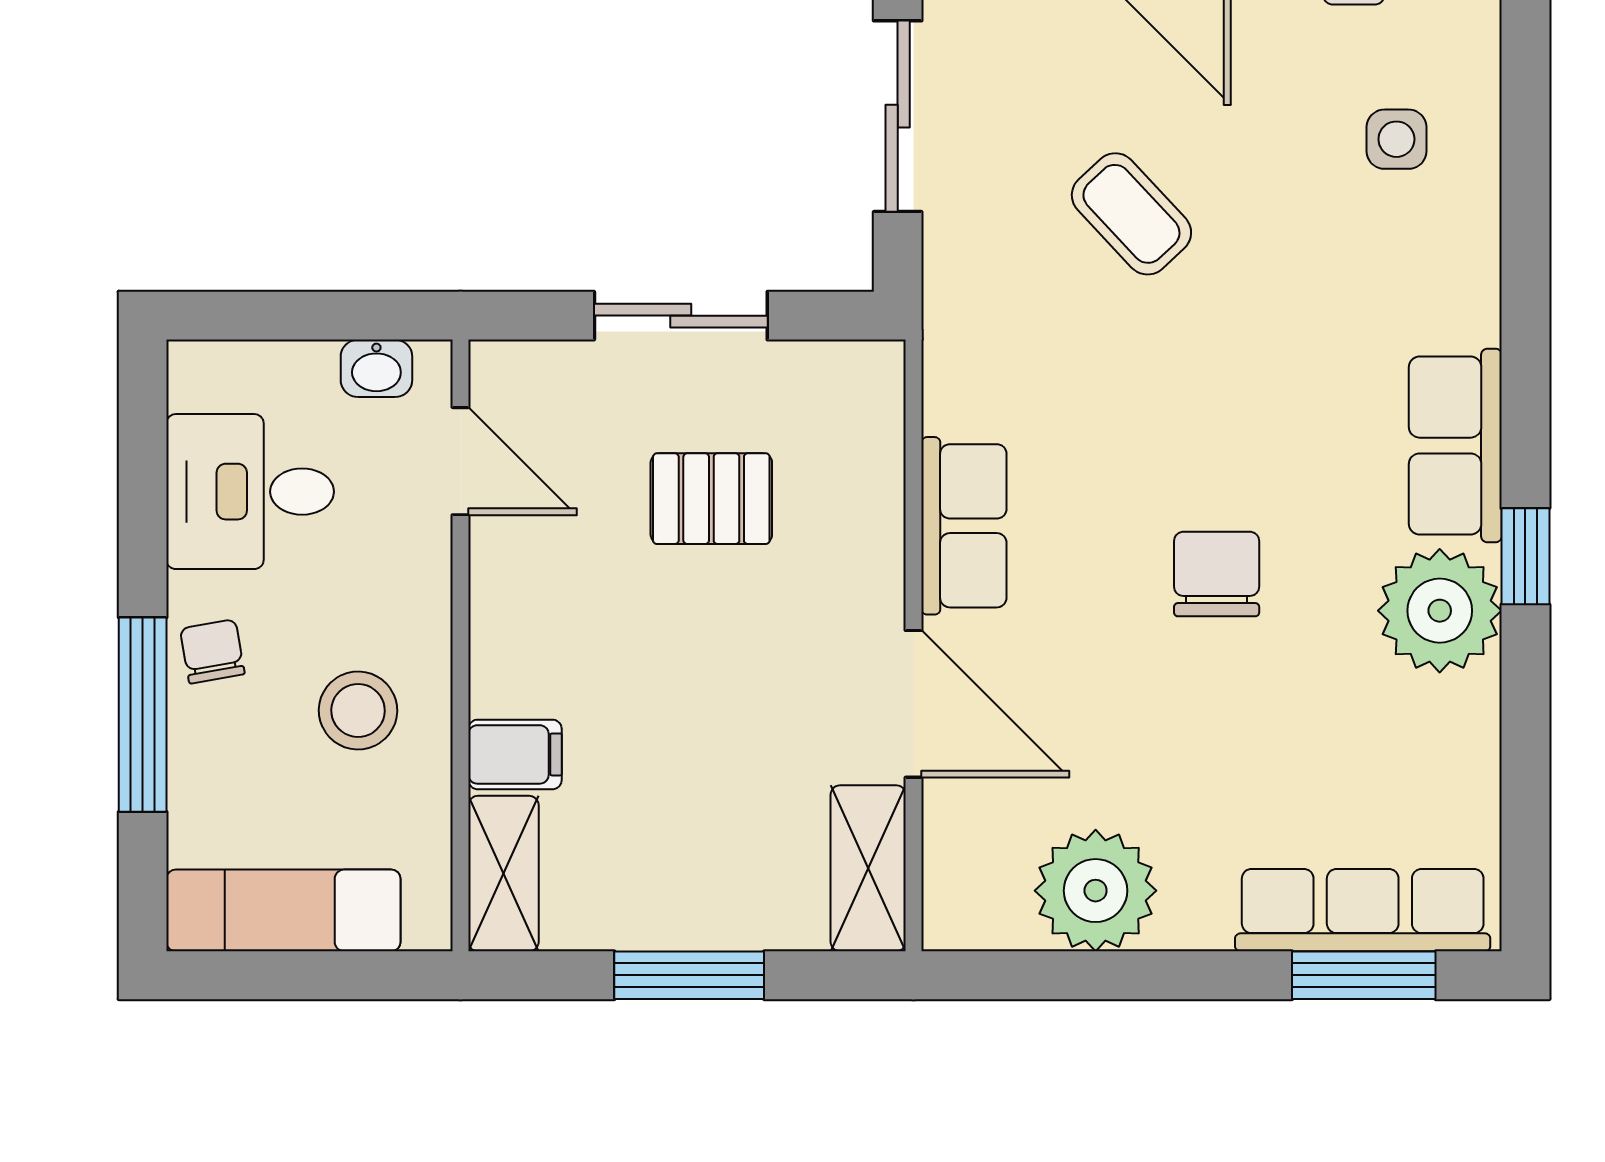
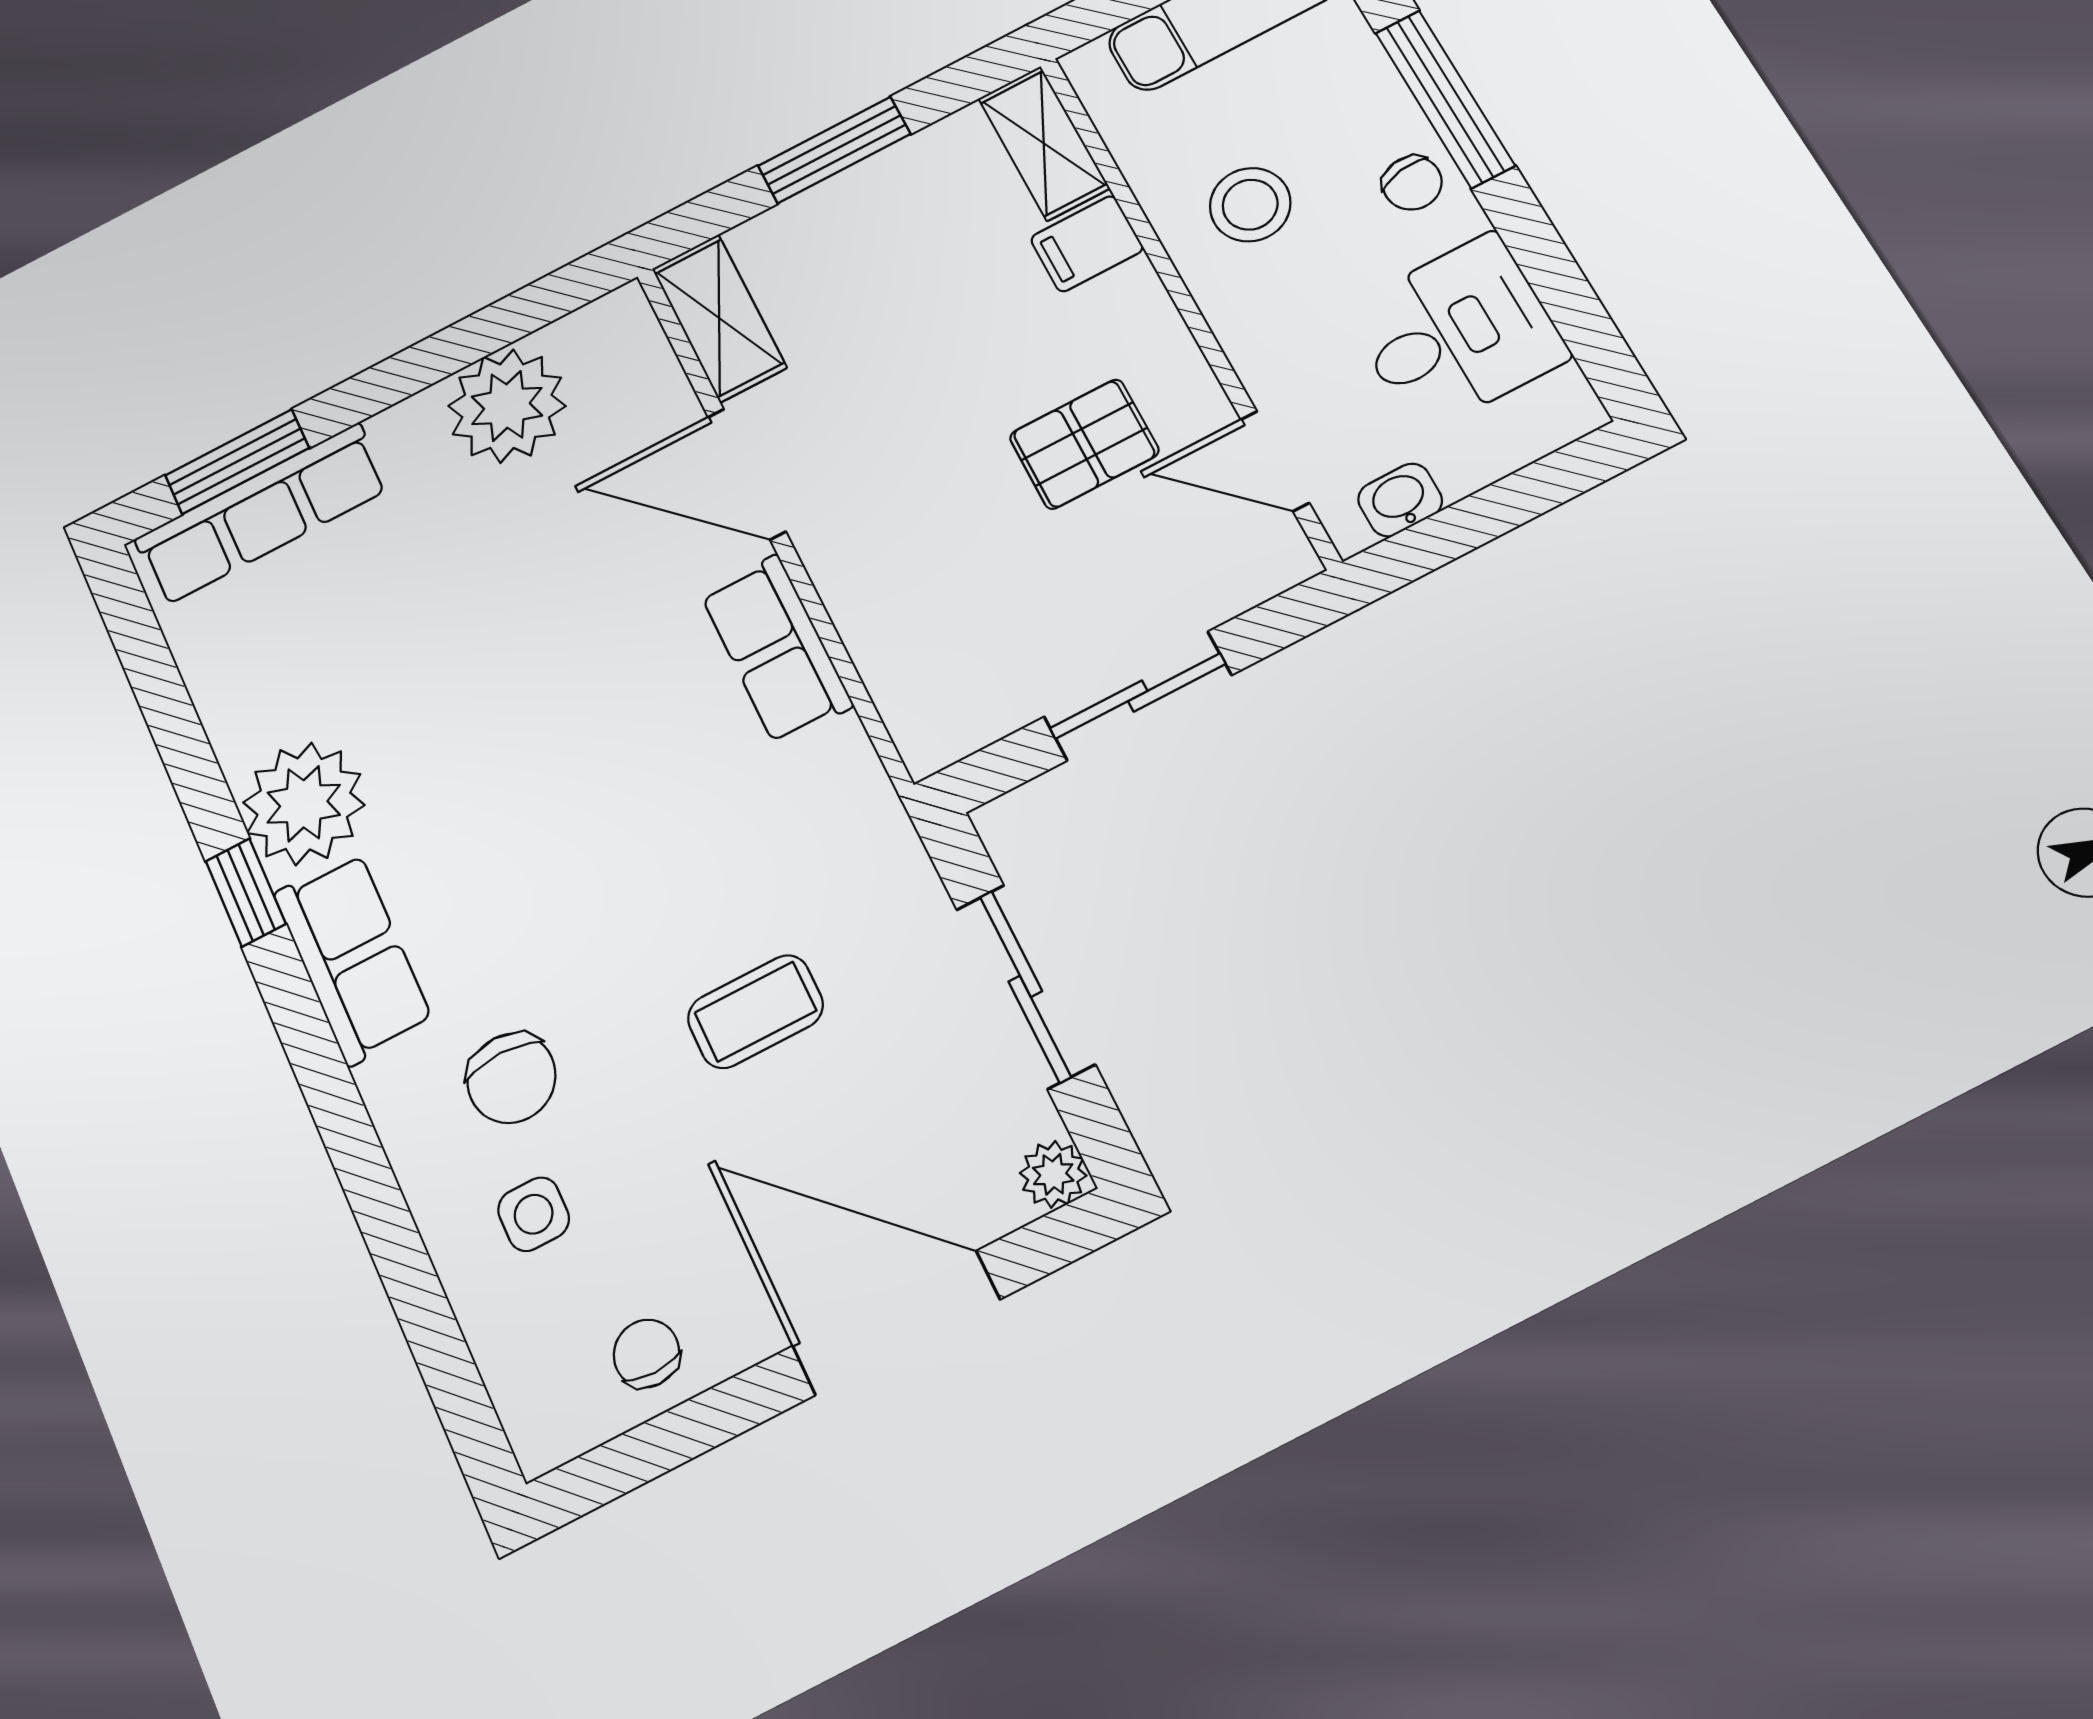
coffee table: (1131, 214) -> (755, 1012), turned -47
pallet: (711, 499) -> (1084, 444), moved
chair: (1217, 574) -> (511, 1078), moved

